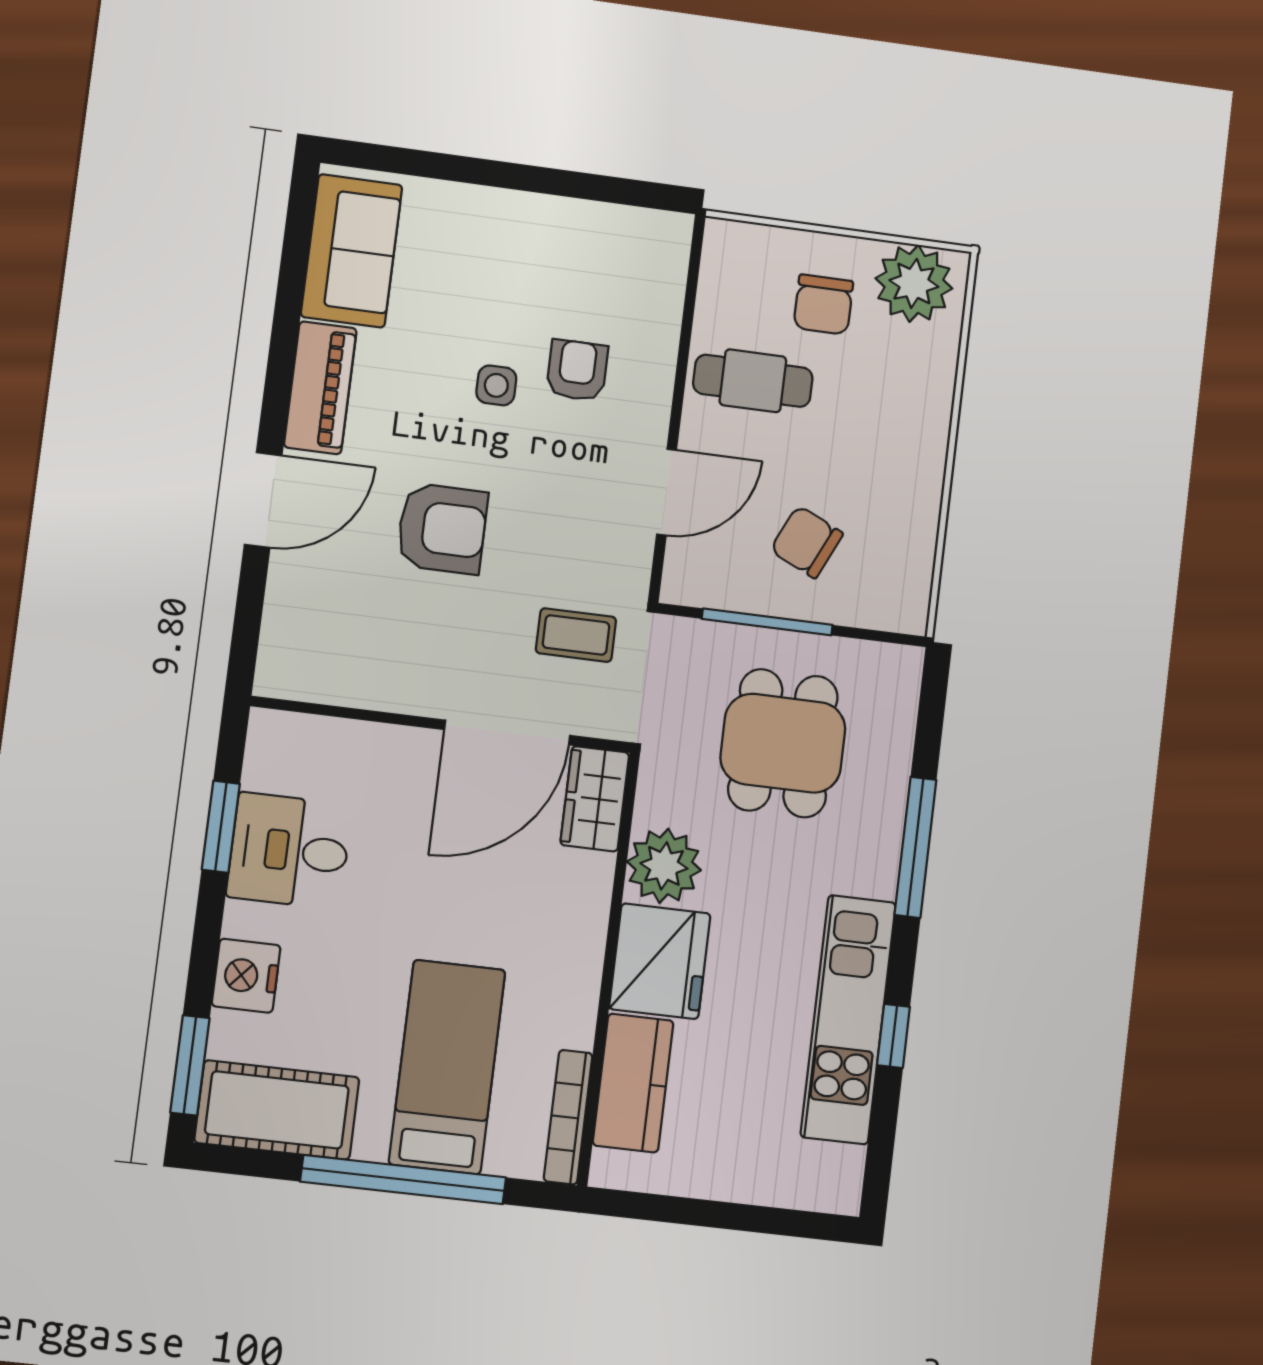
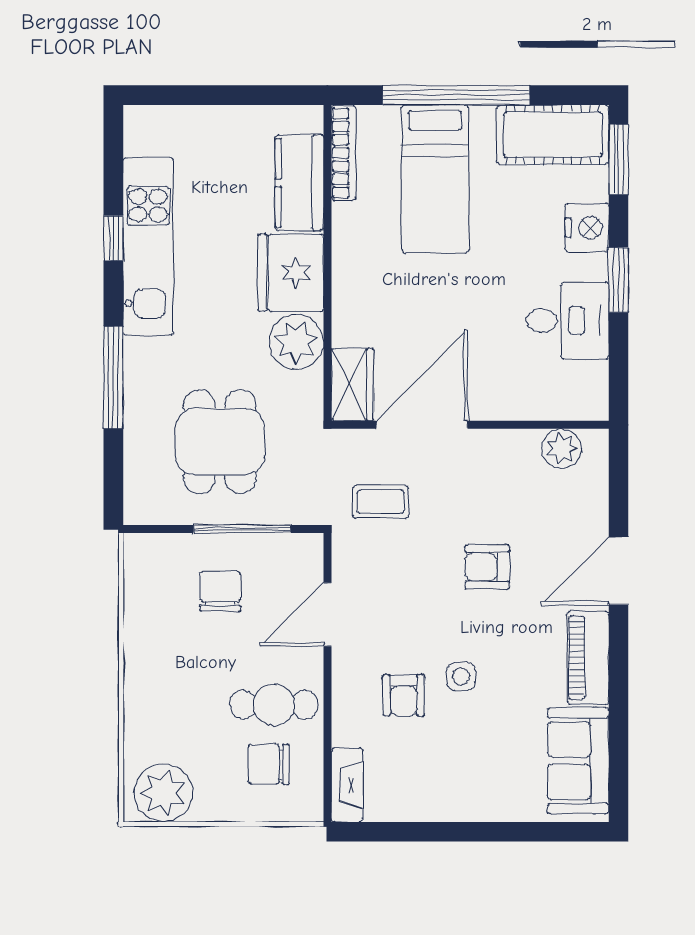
fireplace: (668, 261) -> (347, 785), added
chair: (823, 305) -> (269, 764), moved, turned -90
armchair: (442, 529) -> (487, 567), width x0.72, depth x0.72
chair: (807, 542) -> (220, 591), turned -115
plant: (320, 677) -> (562, 448), added
window: (221, 827) -> (619, 280), moved

